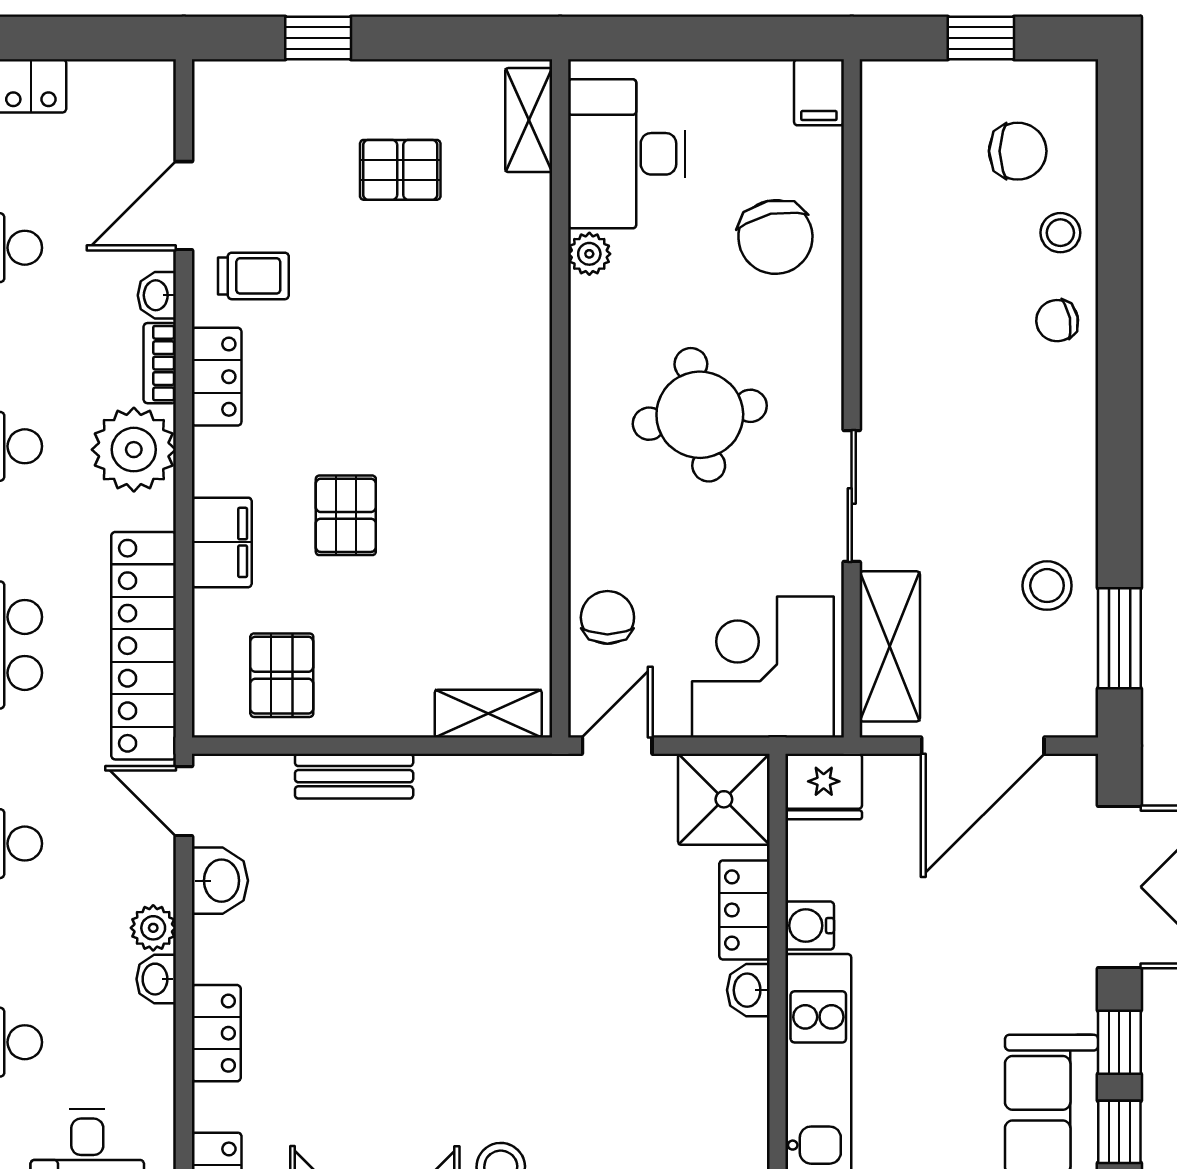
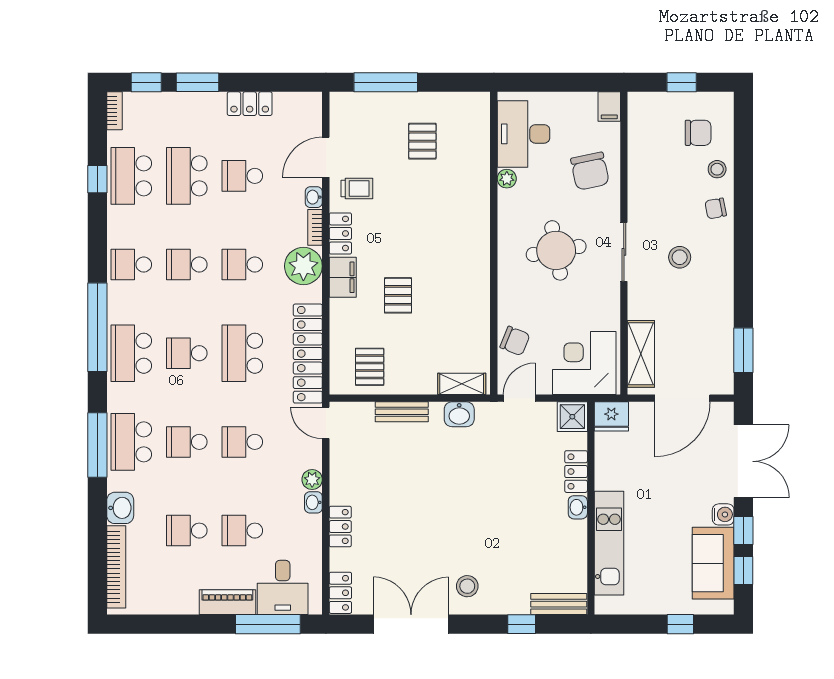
window: (318, 38) -> (386, 82), width x2.17
shelving: (529, 120) -> (480, 119), removed
pallet: (400, 170) -> (422, 141), turned 90
sliding door: (852, 496) -> (624, 252), moved
filing cabinet: (222, 542) -> (343, 277), moved
stool: (1047, 586) -> (680, 257), moved
chair: (607, 617) -> (515, 341), turned 112
shower: (724, 799) -> (572, 417), width x0.73, depth x0.73
washbasin: (220, 881) -> (459, 414), moved, turned 90
water cooler: (810, 926) -> (723, 514), moved, turned 180

